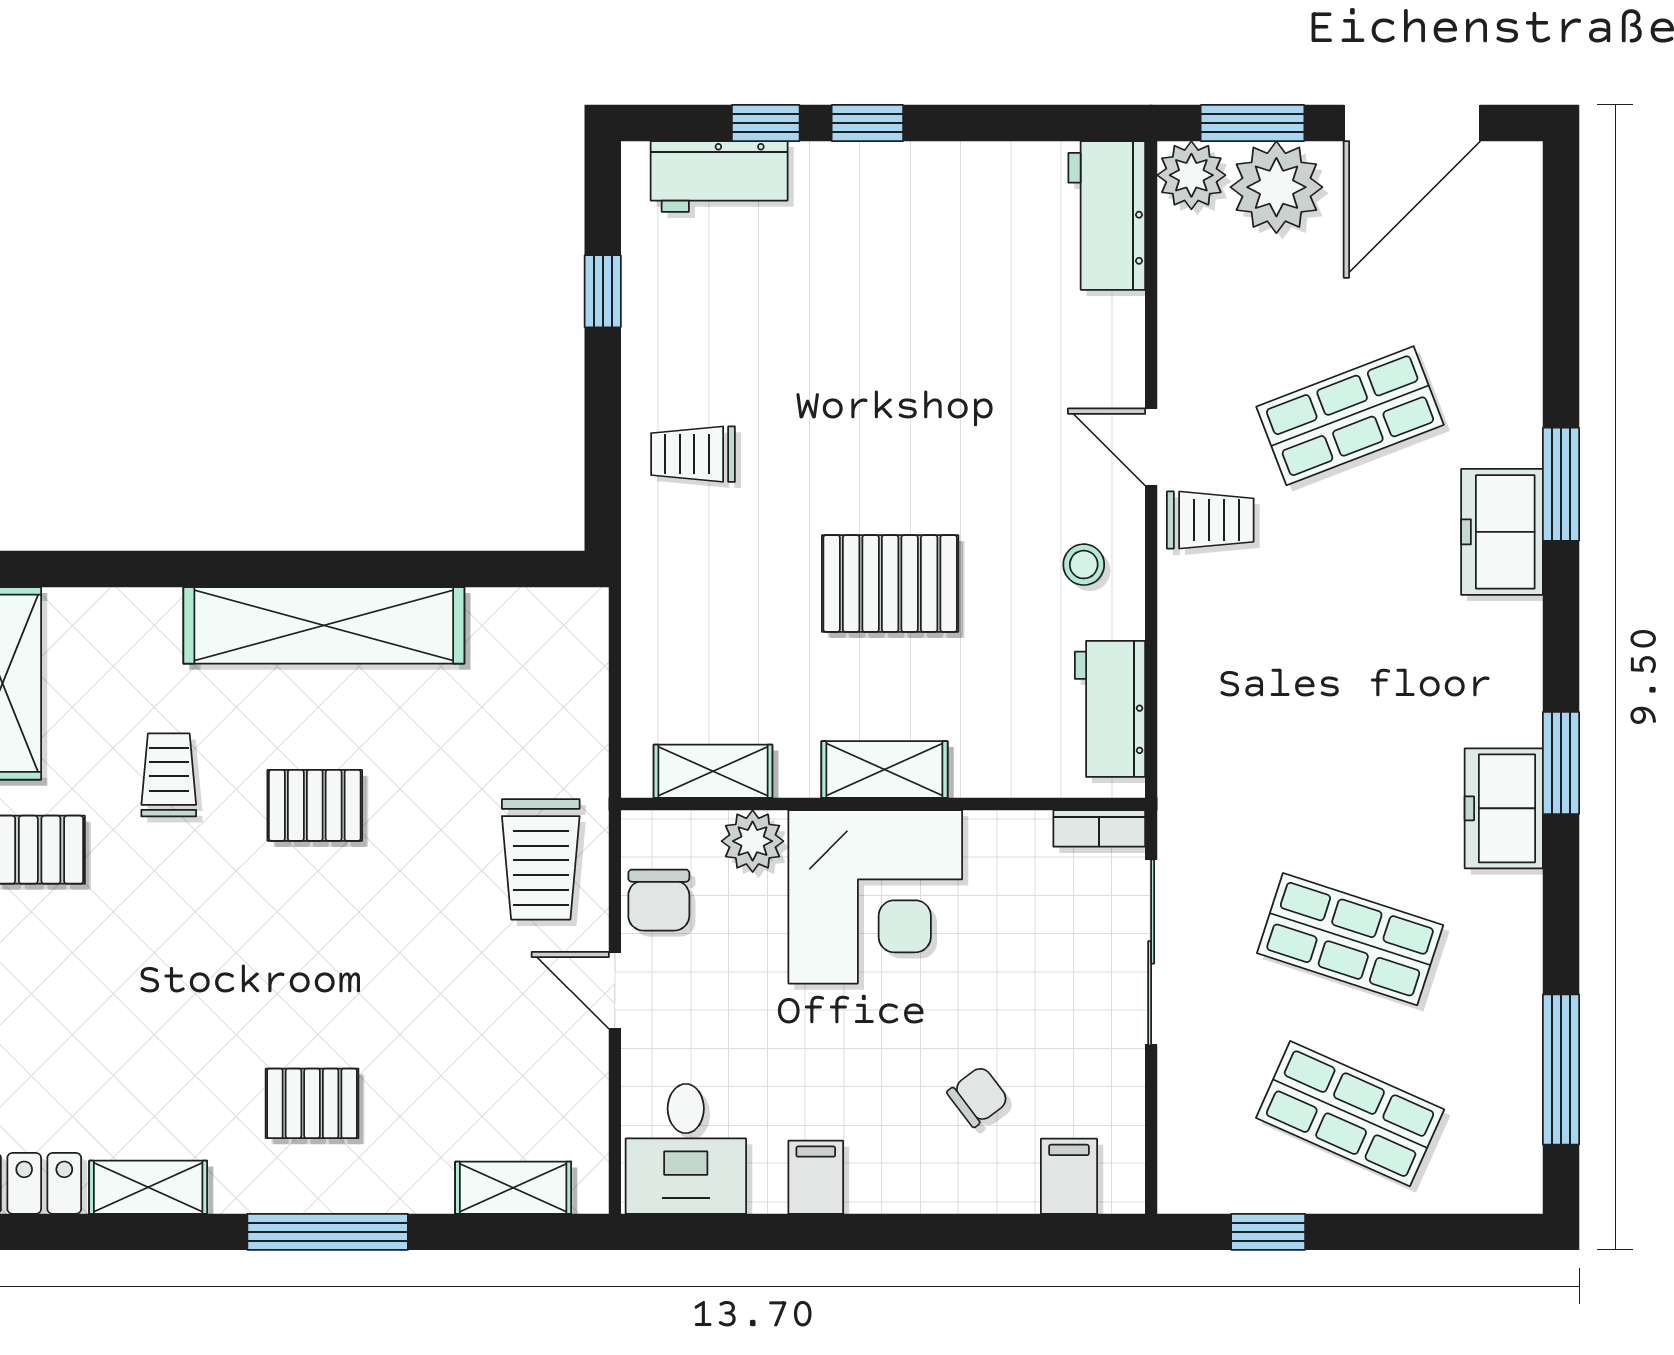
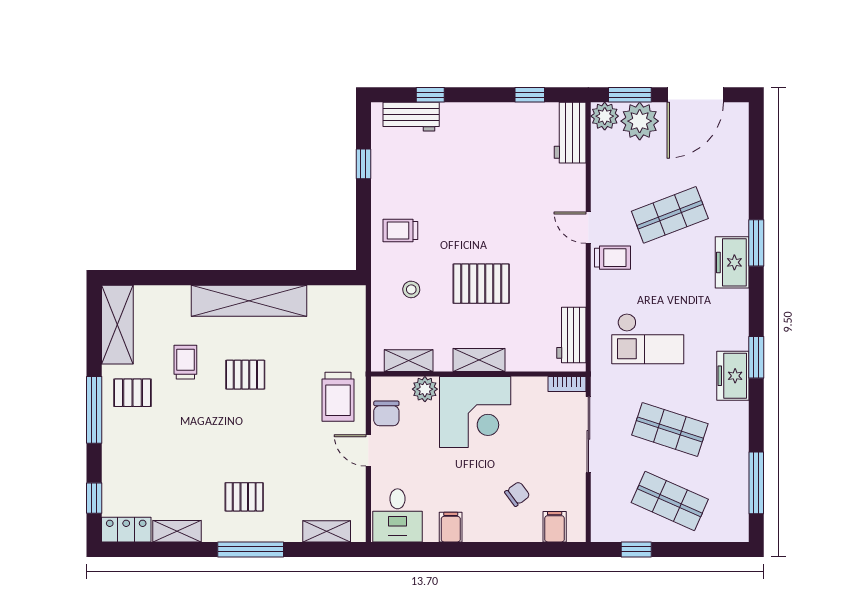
window: (867, 123) -> (530, 95), moved
stool: (1084, 565) -> (411, 289), moved
checkout: (1296, 718) -> (648, 339), added

